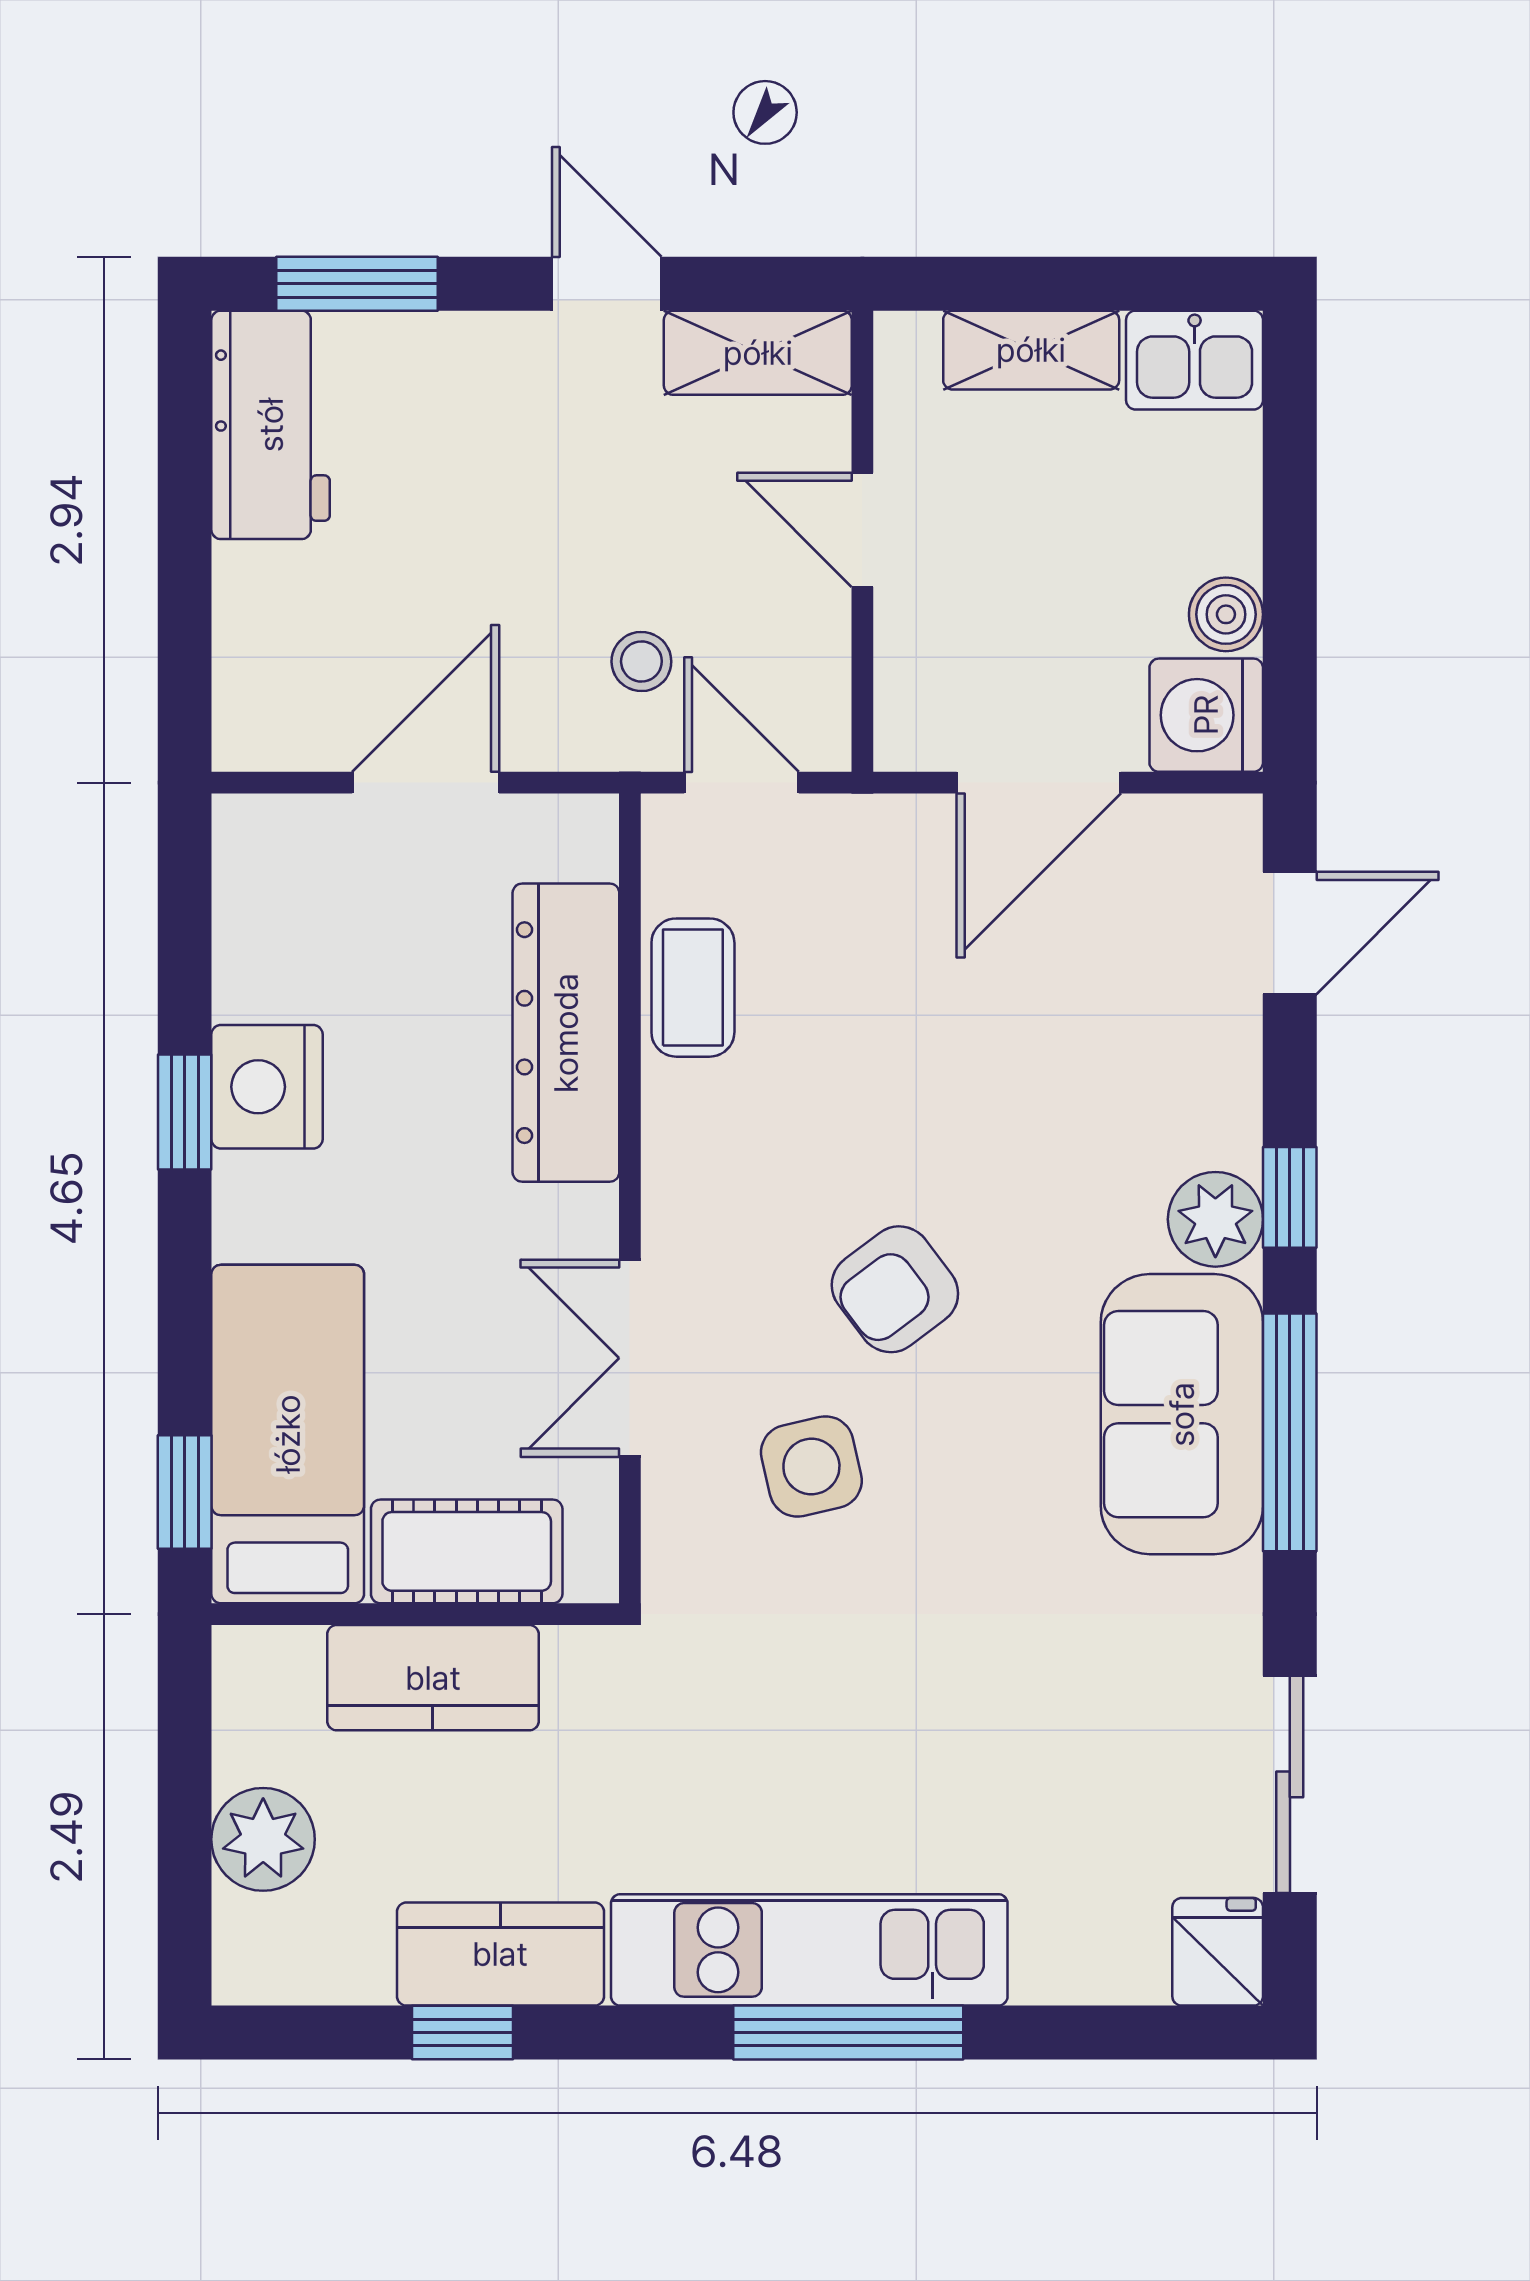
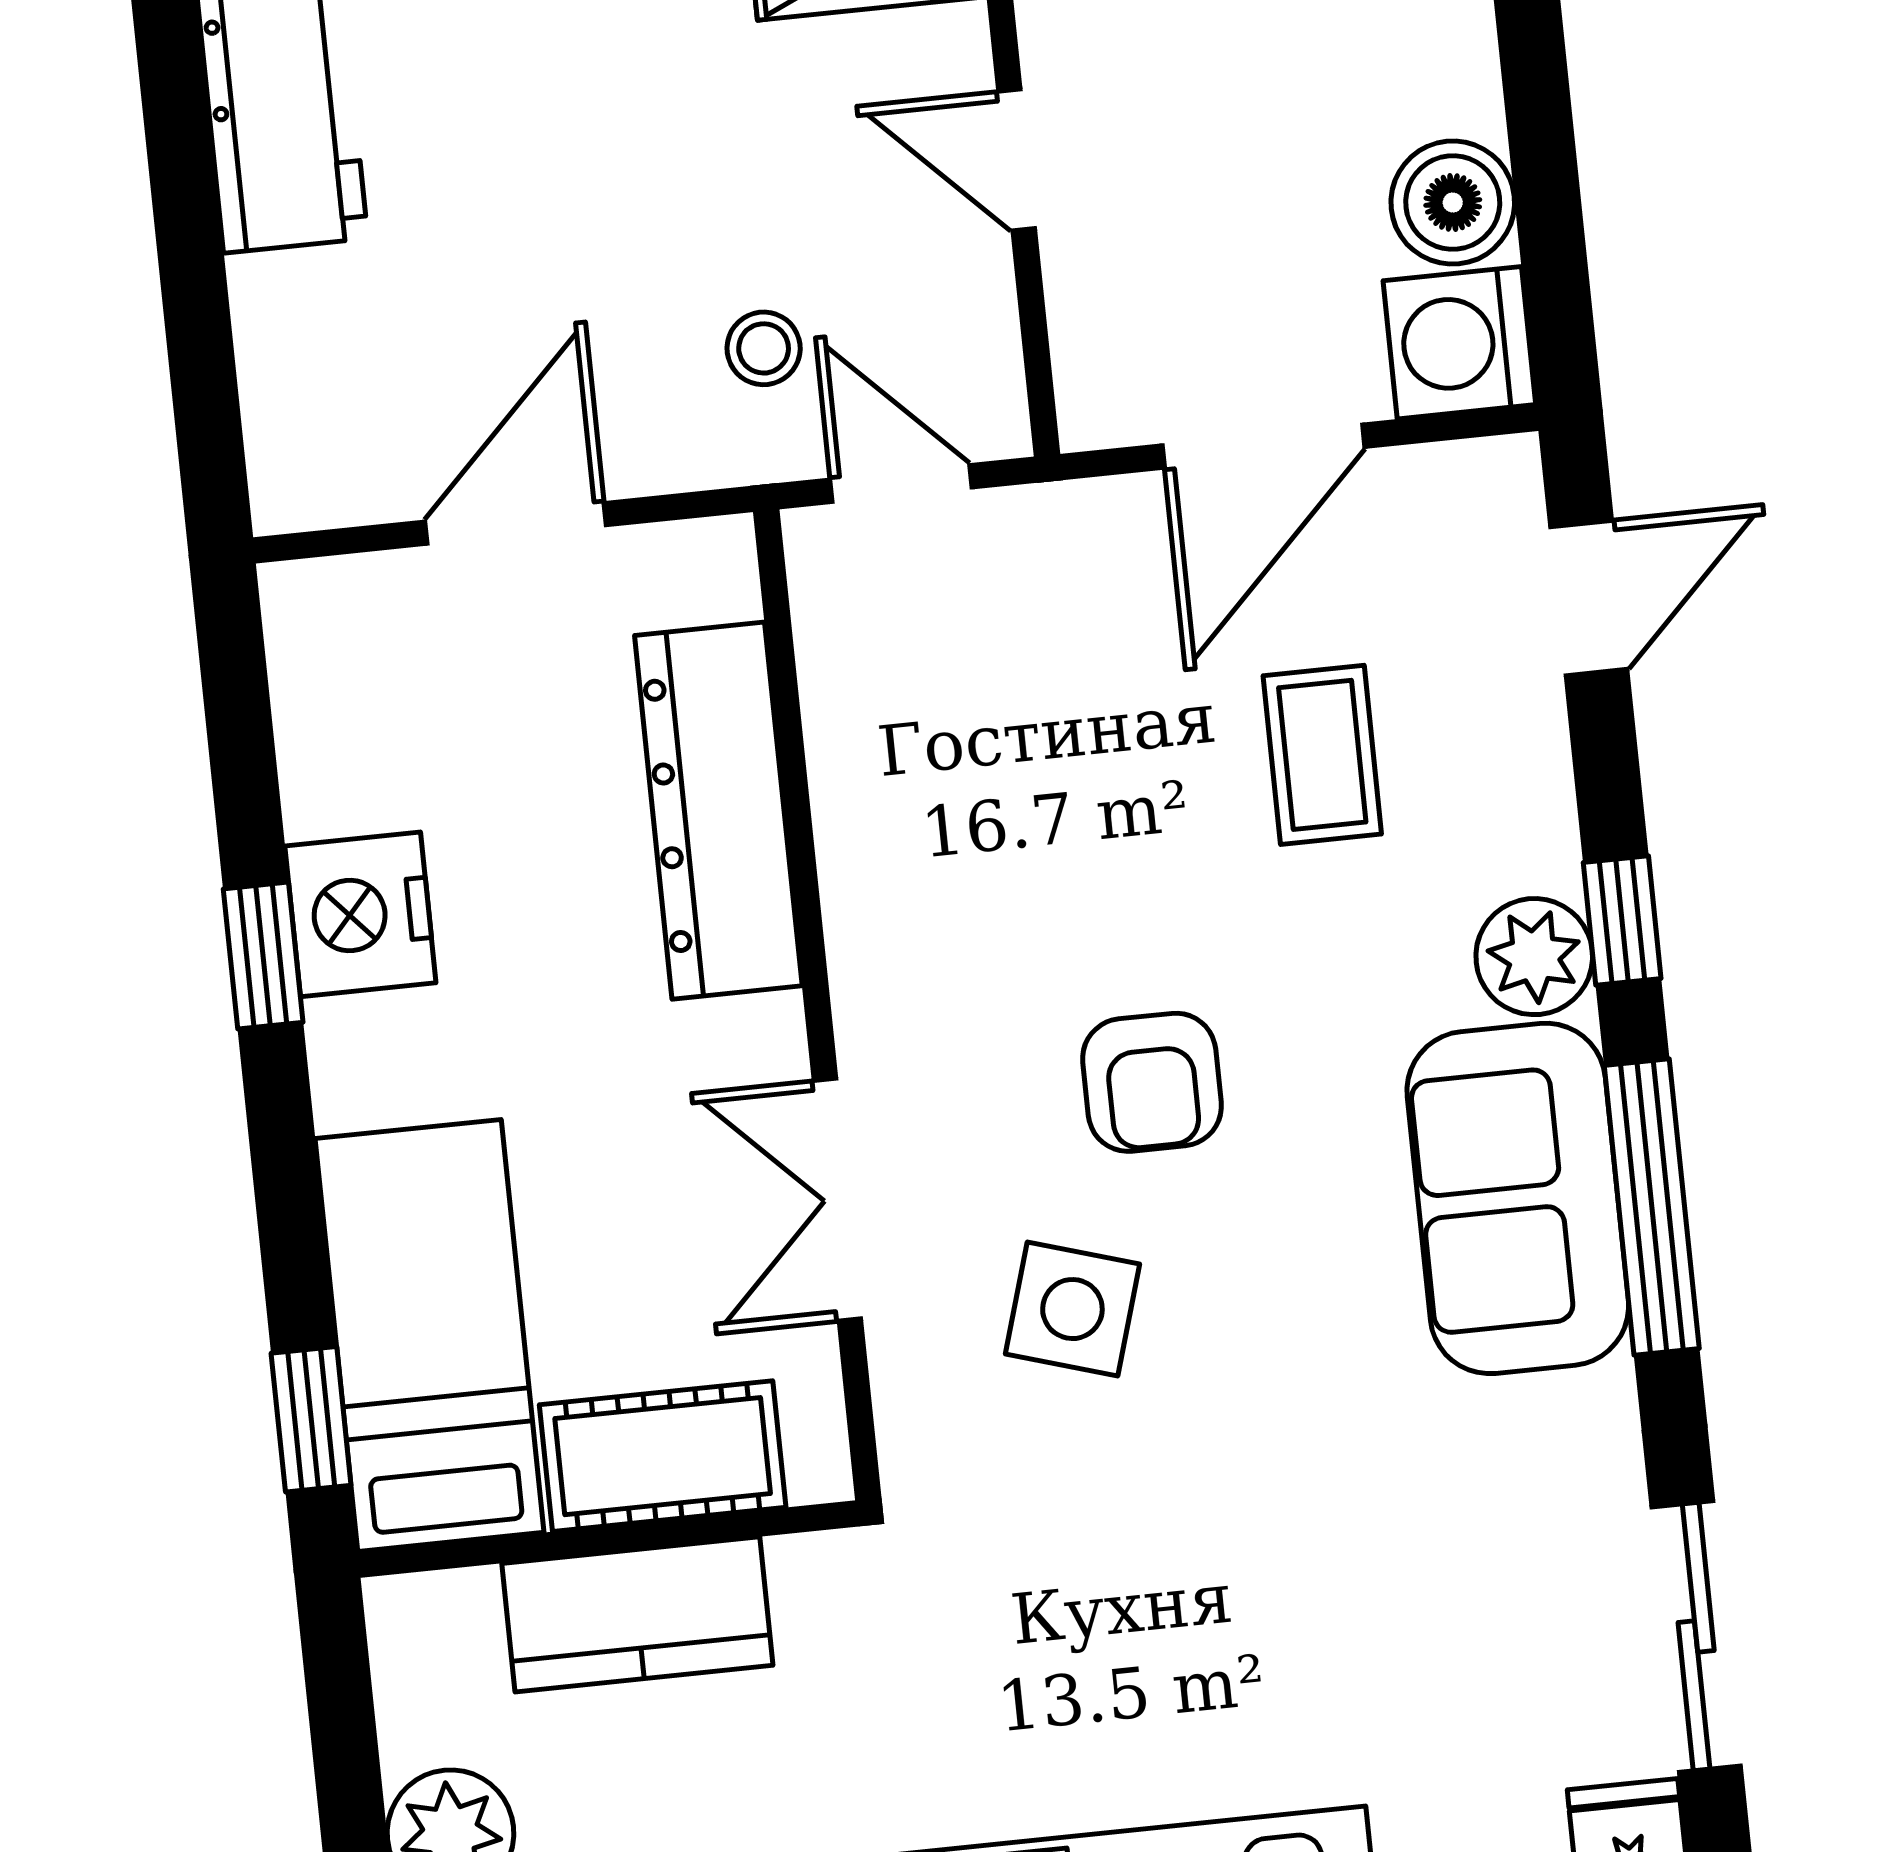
boiler: (1226, 614) -> (1453, 203), width x1.36, depth x1.36
coffee table: (693, 988) -> (1322, 755), moved
armchair: (895, 1289) -> (1152, 1082), turned -53
side table: (811, 1466) -> (1072, 1309), turned 30

